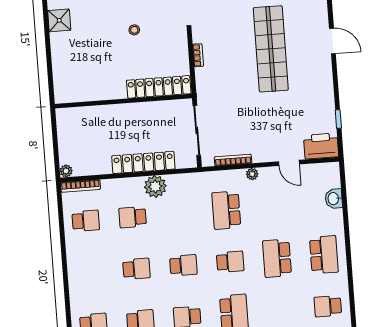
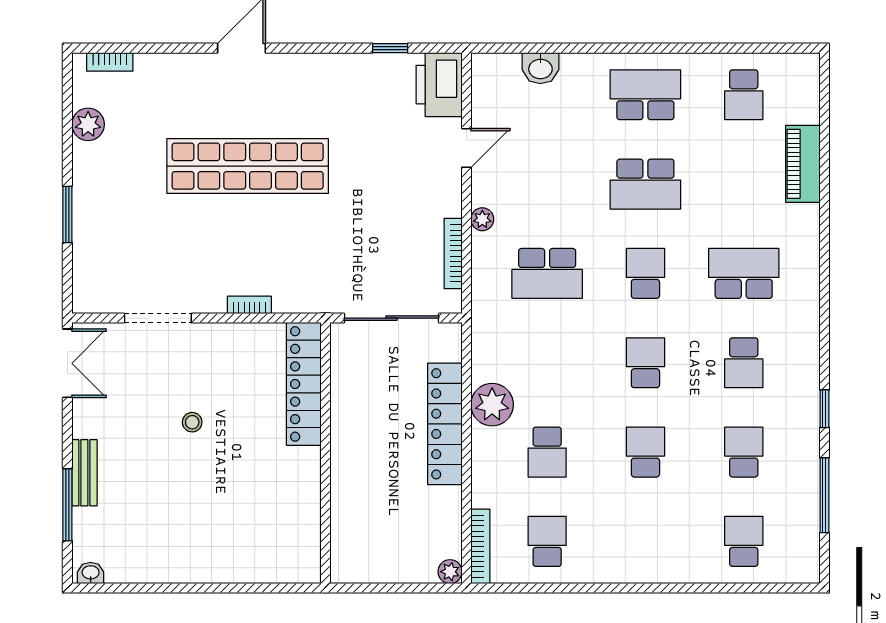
shower: (59, 20) -> (163, 563), removed

